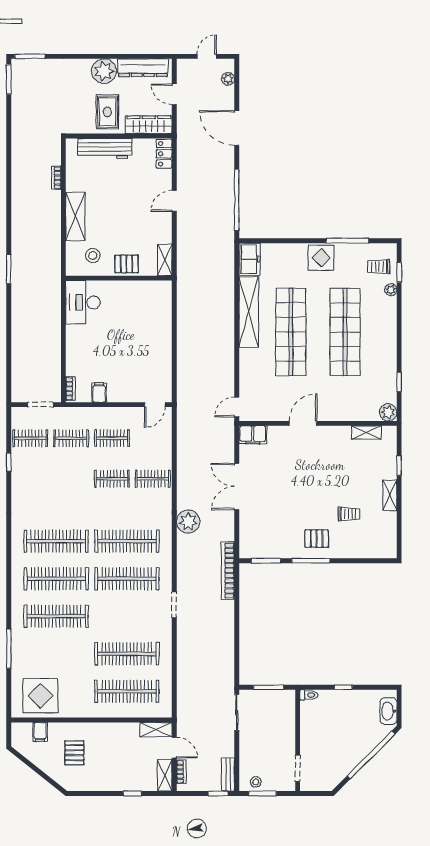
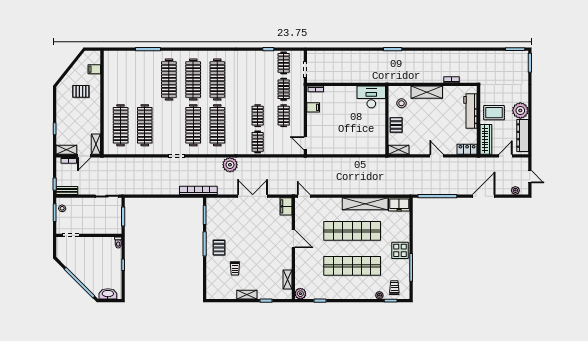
display table: (40, 696) -> (118, 69), removed

